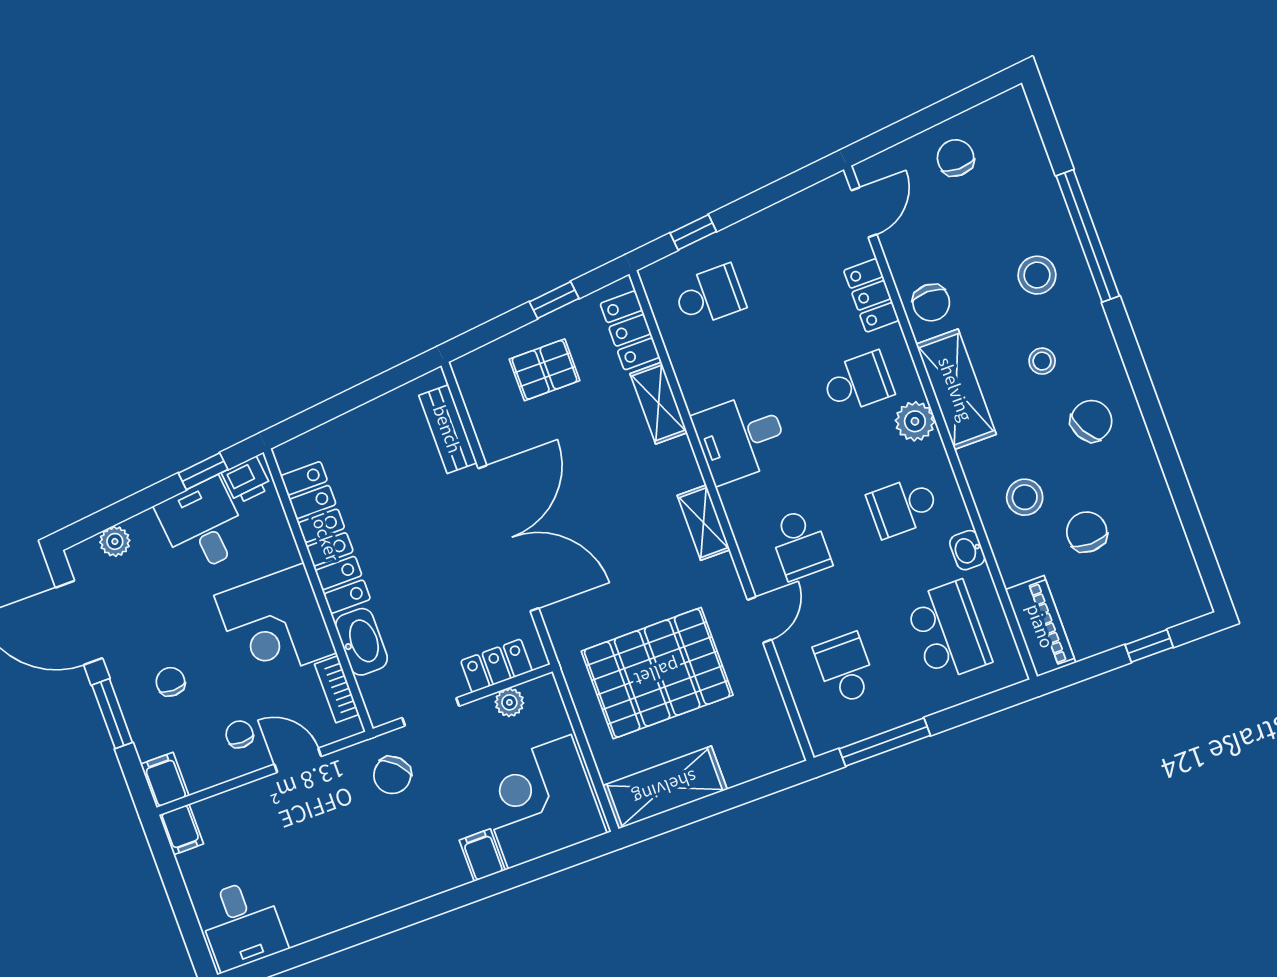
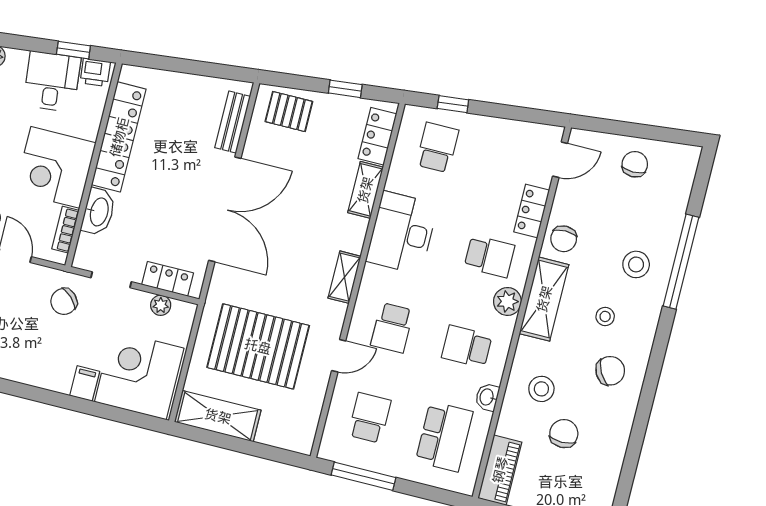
school desk: (710, 296) -> (437, 147), turned -90
pallet: (545, 370) -> (289, 112), moved
desk: (741, 438) -> (402, 233), width x1.37

